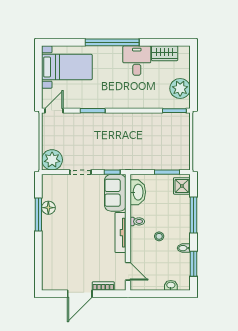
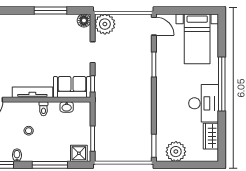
desk: (137, 61) -> (204, 103), width x1.37
washbasin: (138, 192) -> (67, 107), width x0.52, depth x0.69
floor lamp: (48, 208) -> (84, 20), moved

